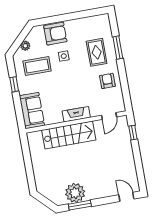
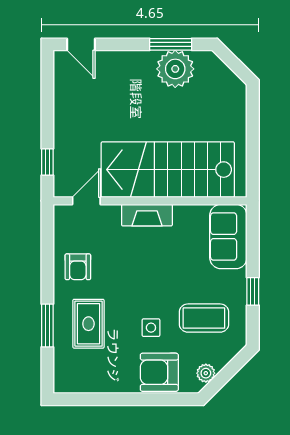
plant: (25, 46) -> (206, 373), moved
stairs: (69, 135) -> (168, 170), width x1.36, depth x1.51

